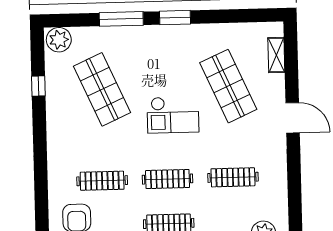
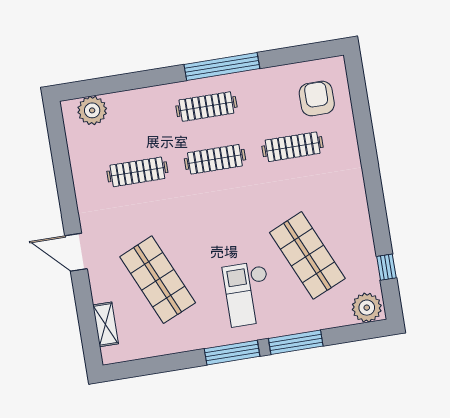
window: (175, 18) -> (232, 353), width x1.44
window: (38, 86) -> (386, 267), moved
checkout: (173, 115) -> (248, 294), moved, turned -90

